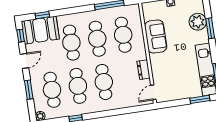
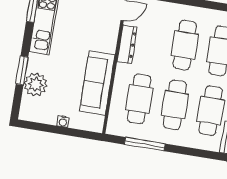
sofa: (156, 37) -> (97, 83), width x1.36
dresser: (144, 70) -> (127, 44), width x1.44

